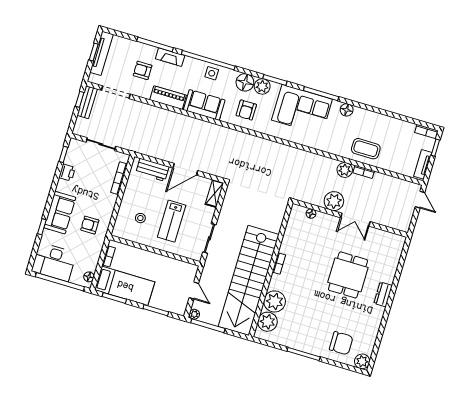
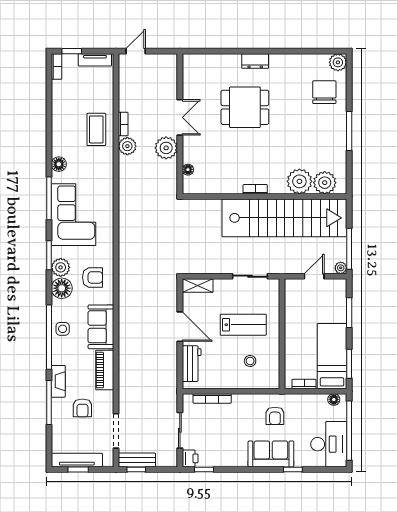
printer: (67, 172) -> (190, 458), moved, turned 90

